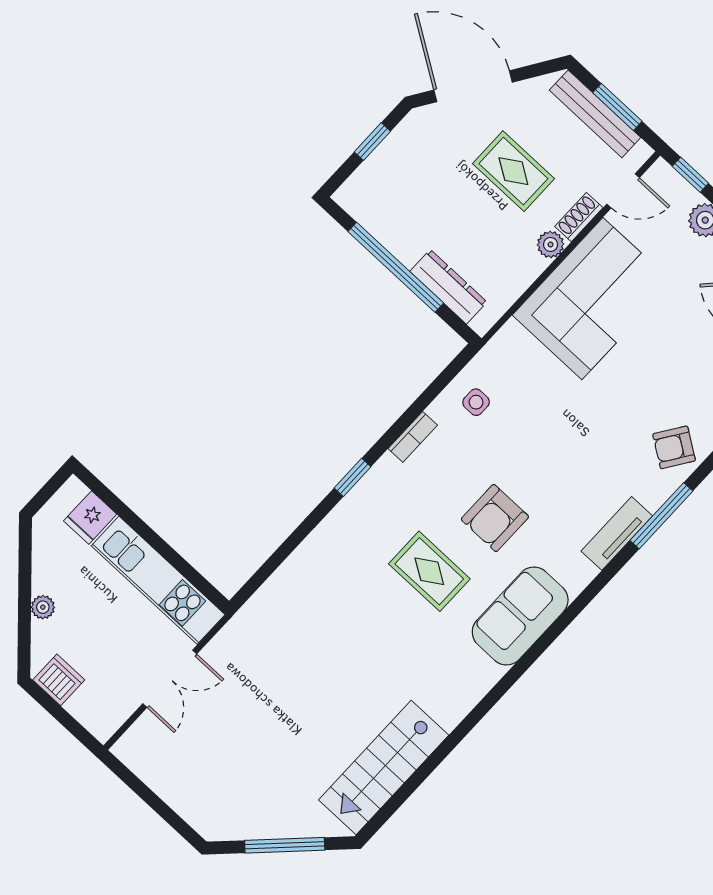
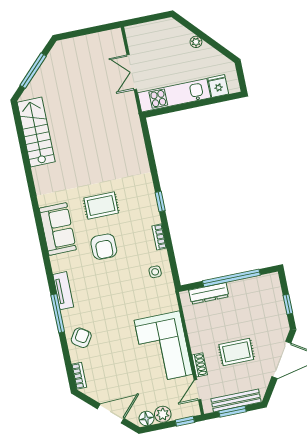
plant: (551, 244) -> (197, 346), removed
armchair: (495, 518) -> (104, 247), turned 180
dishwasher: (59, 680) -> (163, 28), removed

